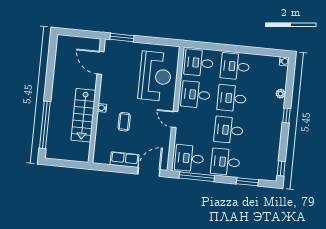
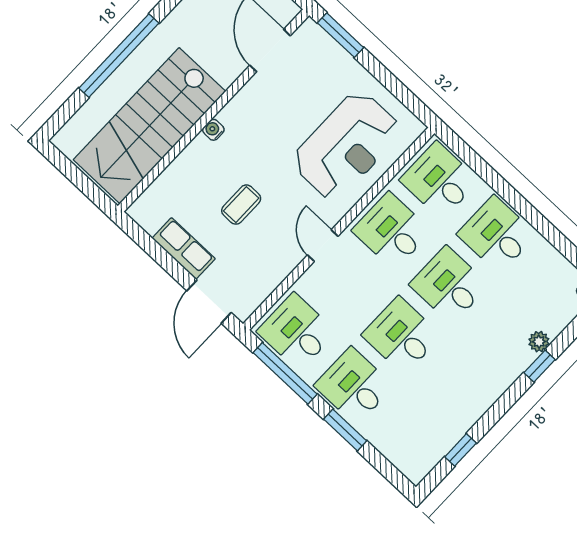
stairs: (83, 115) -> (150, 126), width x1.36, depth x1.51
window: (286, 115) -> (540, 366), moved
coffee table: (124, 122) -> (241, 205), moved
window: (45, 125) -> (119, 56), moved
window: (281, 169) -> (461, 450), moved
door: (149, 172) -> (209, 302), swing flipped
window: (247, 182) -> (345, 430), moved

